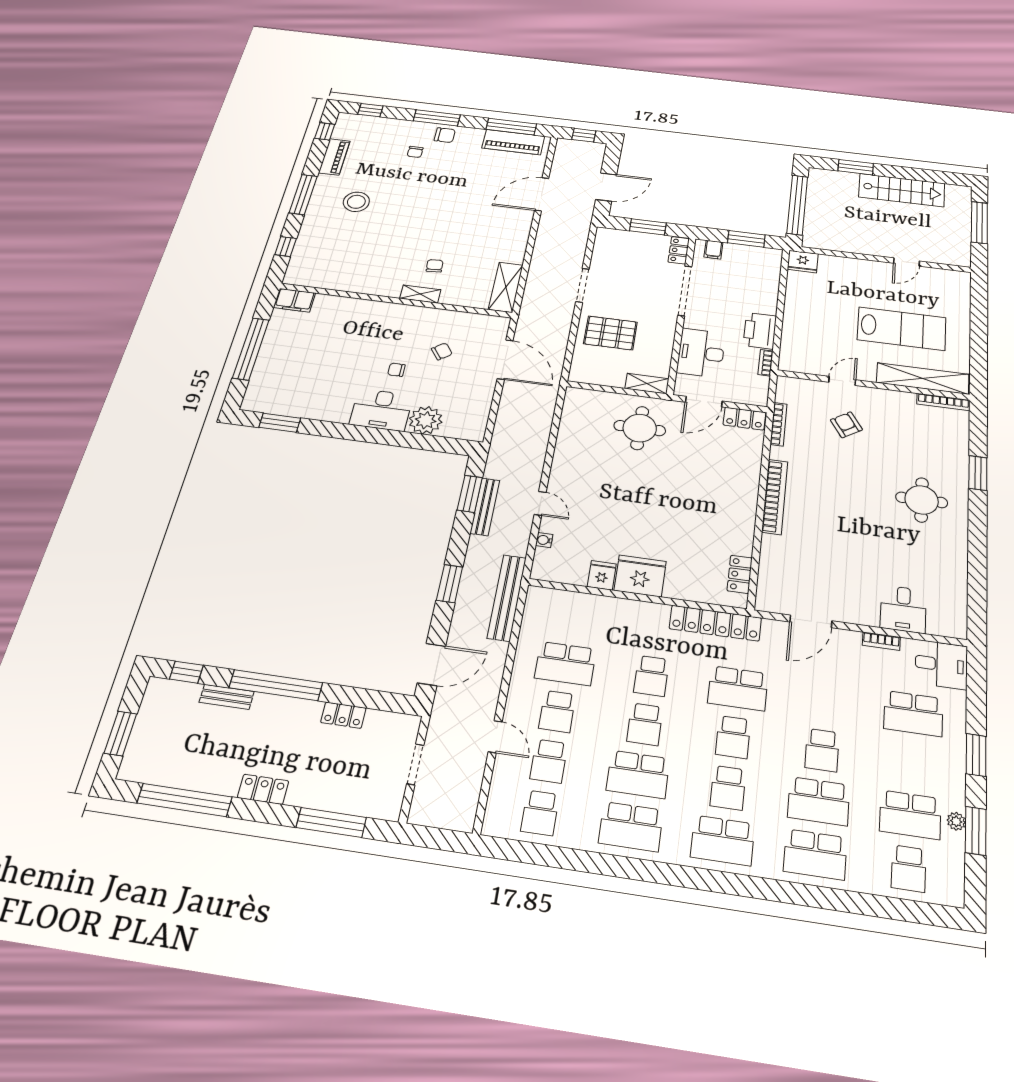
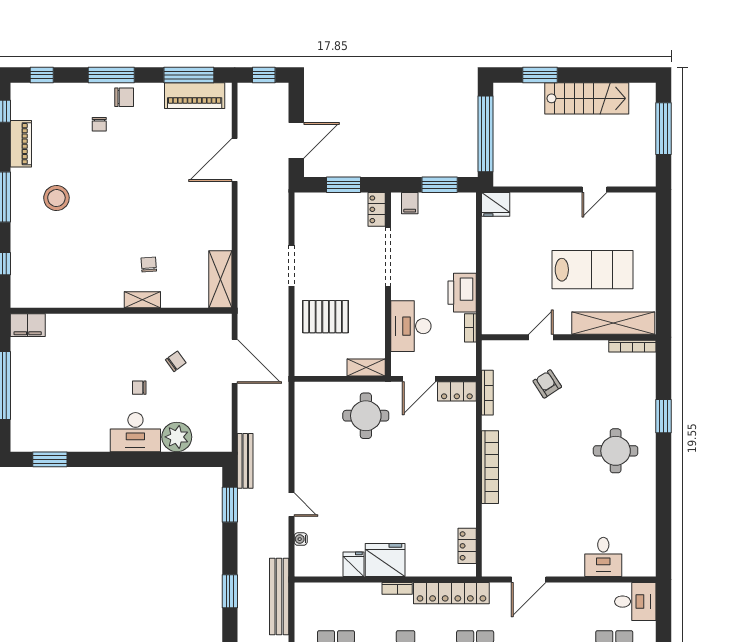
bench: (485, 507) -> (245, 461), moved
bookcase: (881, 641) -> (397, 588), moved

